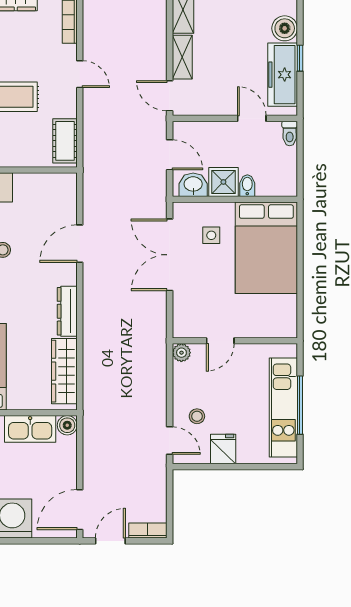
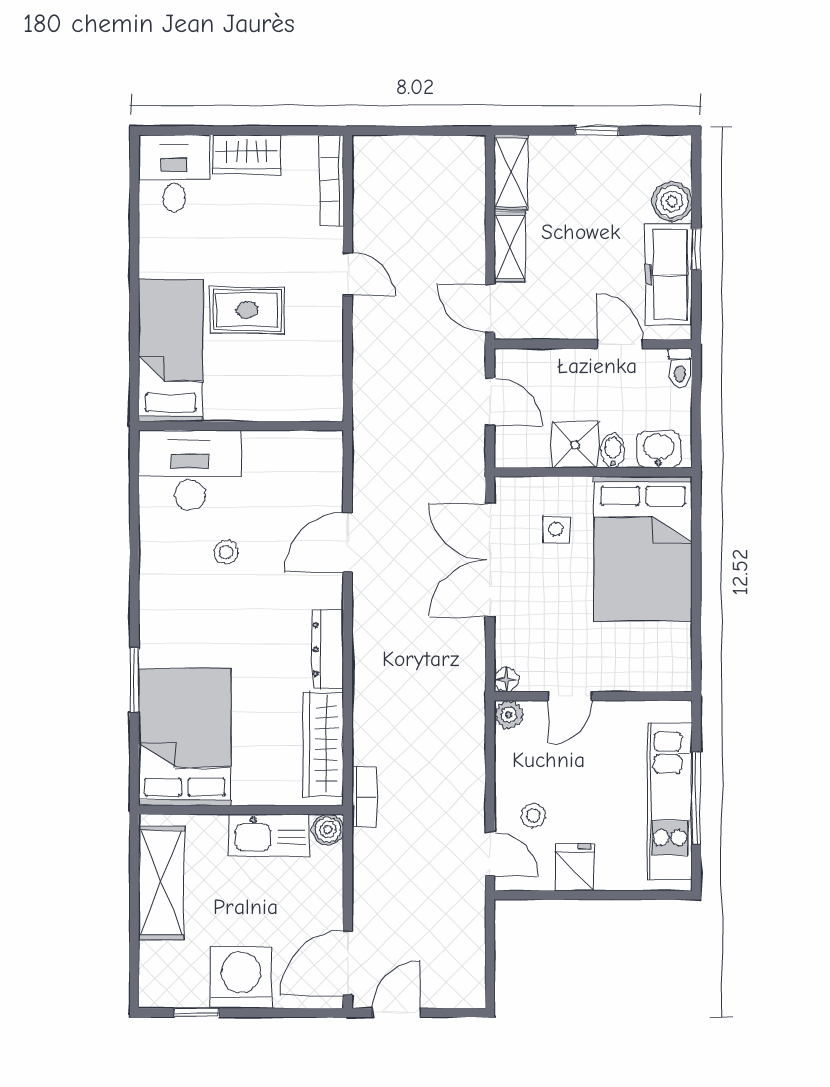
cot: (65, 141) -> (324, 380), removed
washbasin: (193, 185) -> (659, 449), moved
floor lamp: (180, 330) -> (506, 680), added
bookcase: (148, 530) -> (364, 797), moved, turned 90

